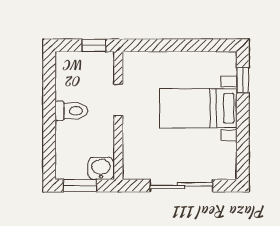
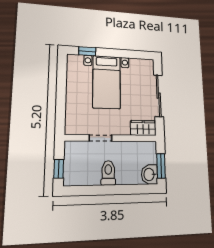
window: (94, 45) -> (59, 169), moved
wardrobe: (133, 161) -> (143, 128), added
washbasin: (101, 168) -> (149, 174), moved

